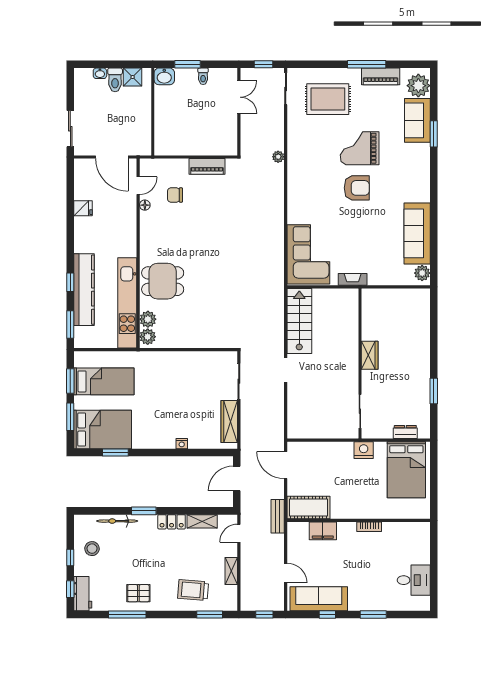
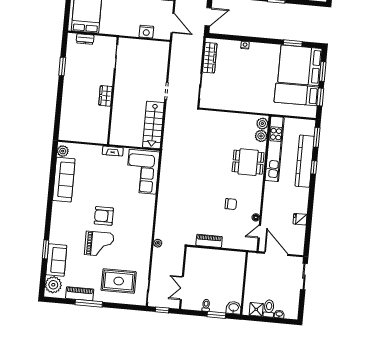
chair: (175, 195) -> (231, 204), moved
bed: (103, 430) -> (300, 65), width x1.36
nightstand: (364, 450) -> (146, 32), moved

